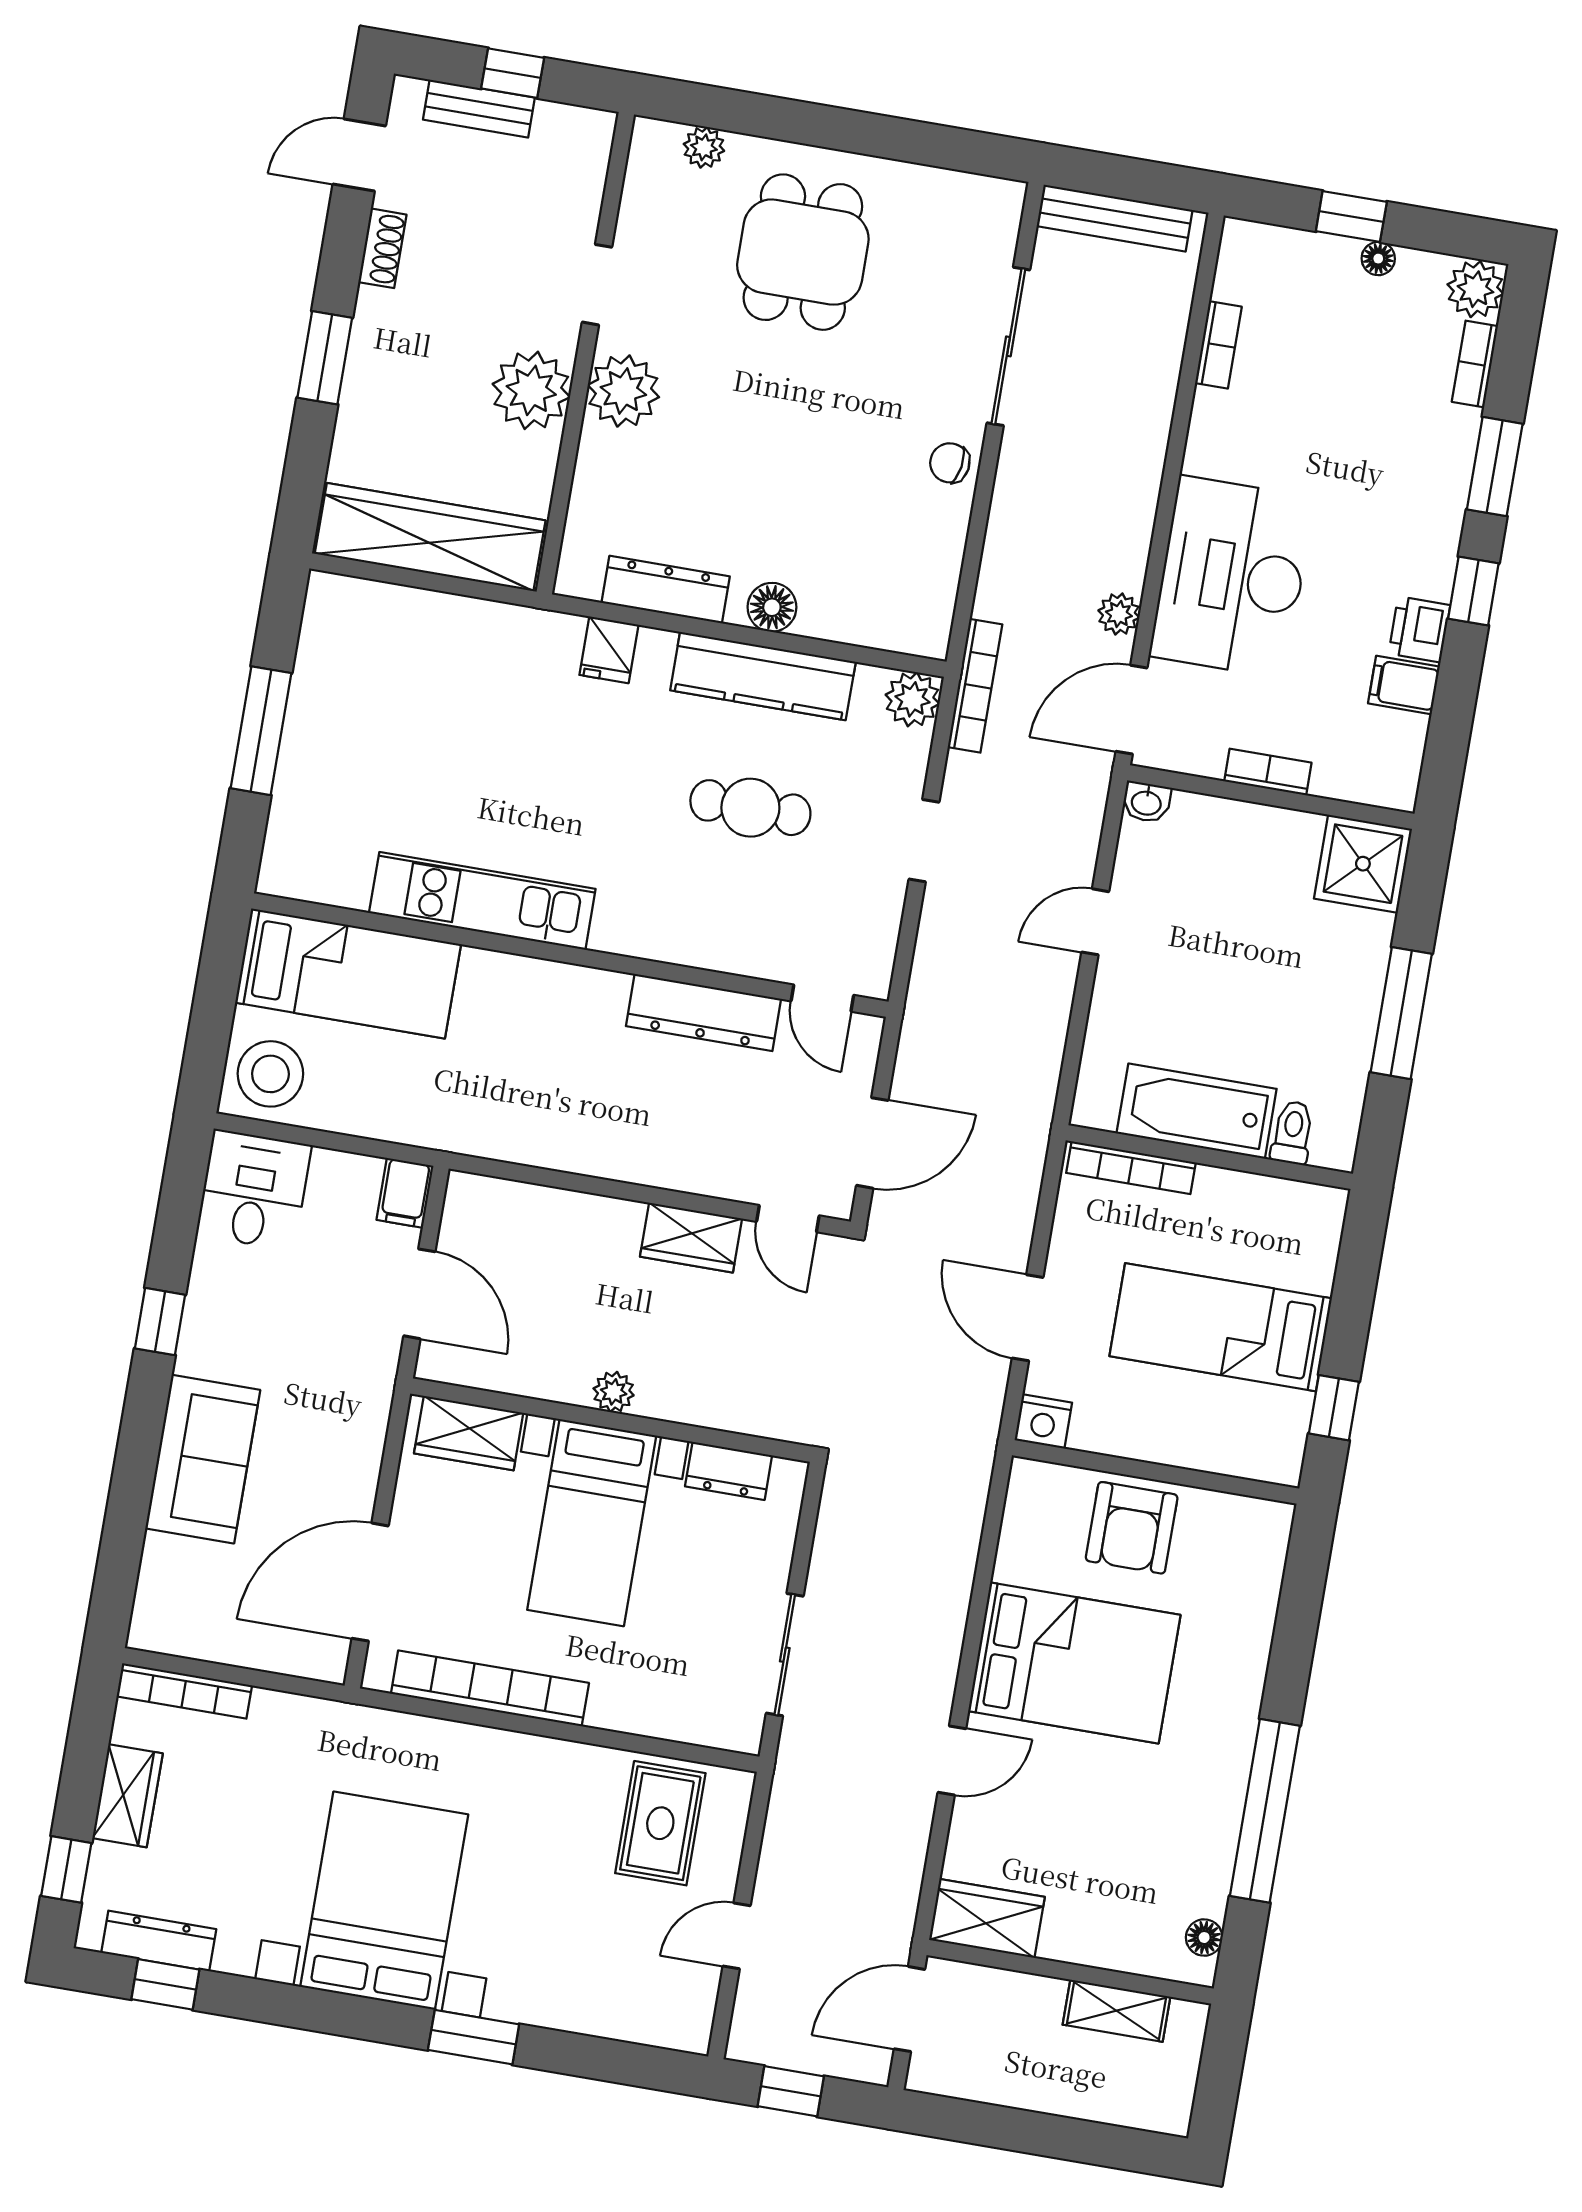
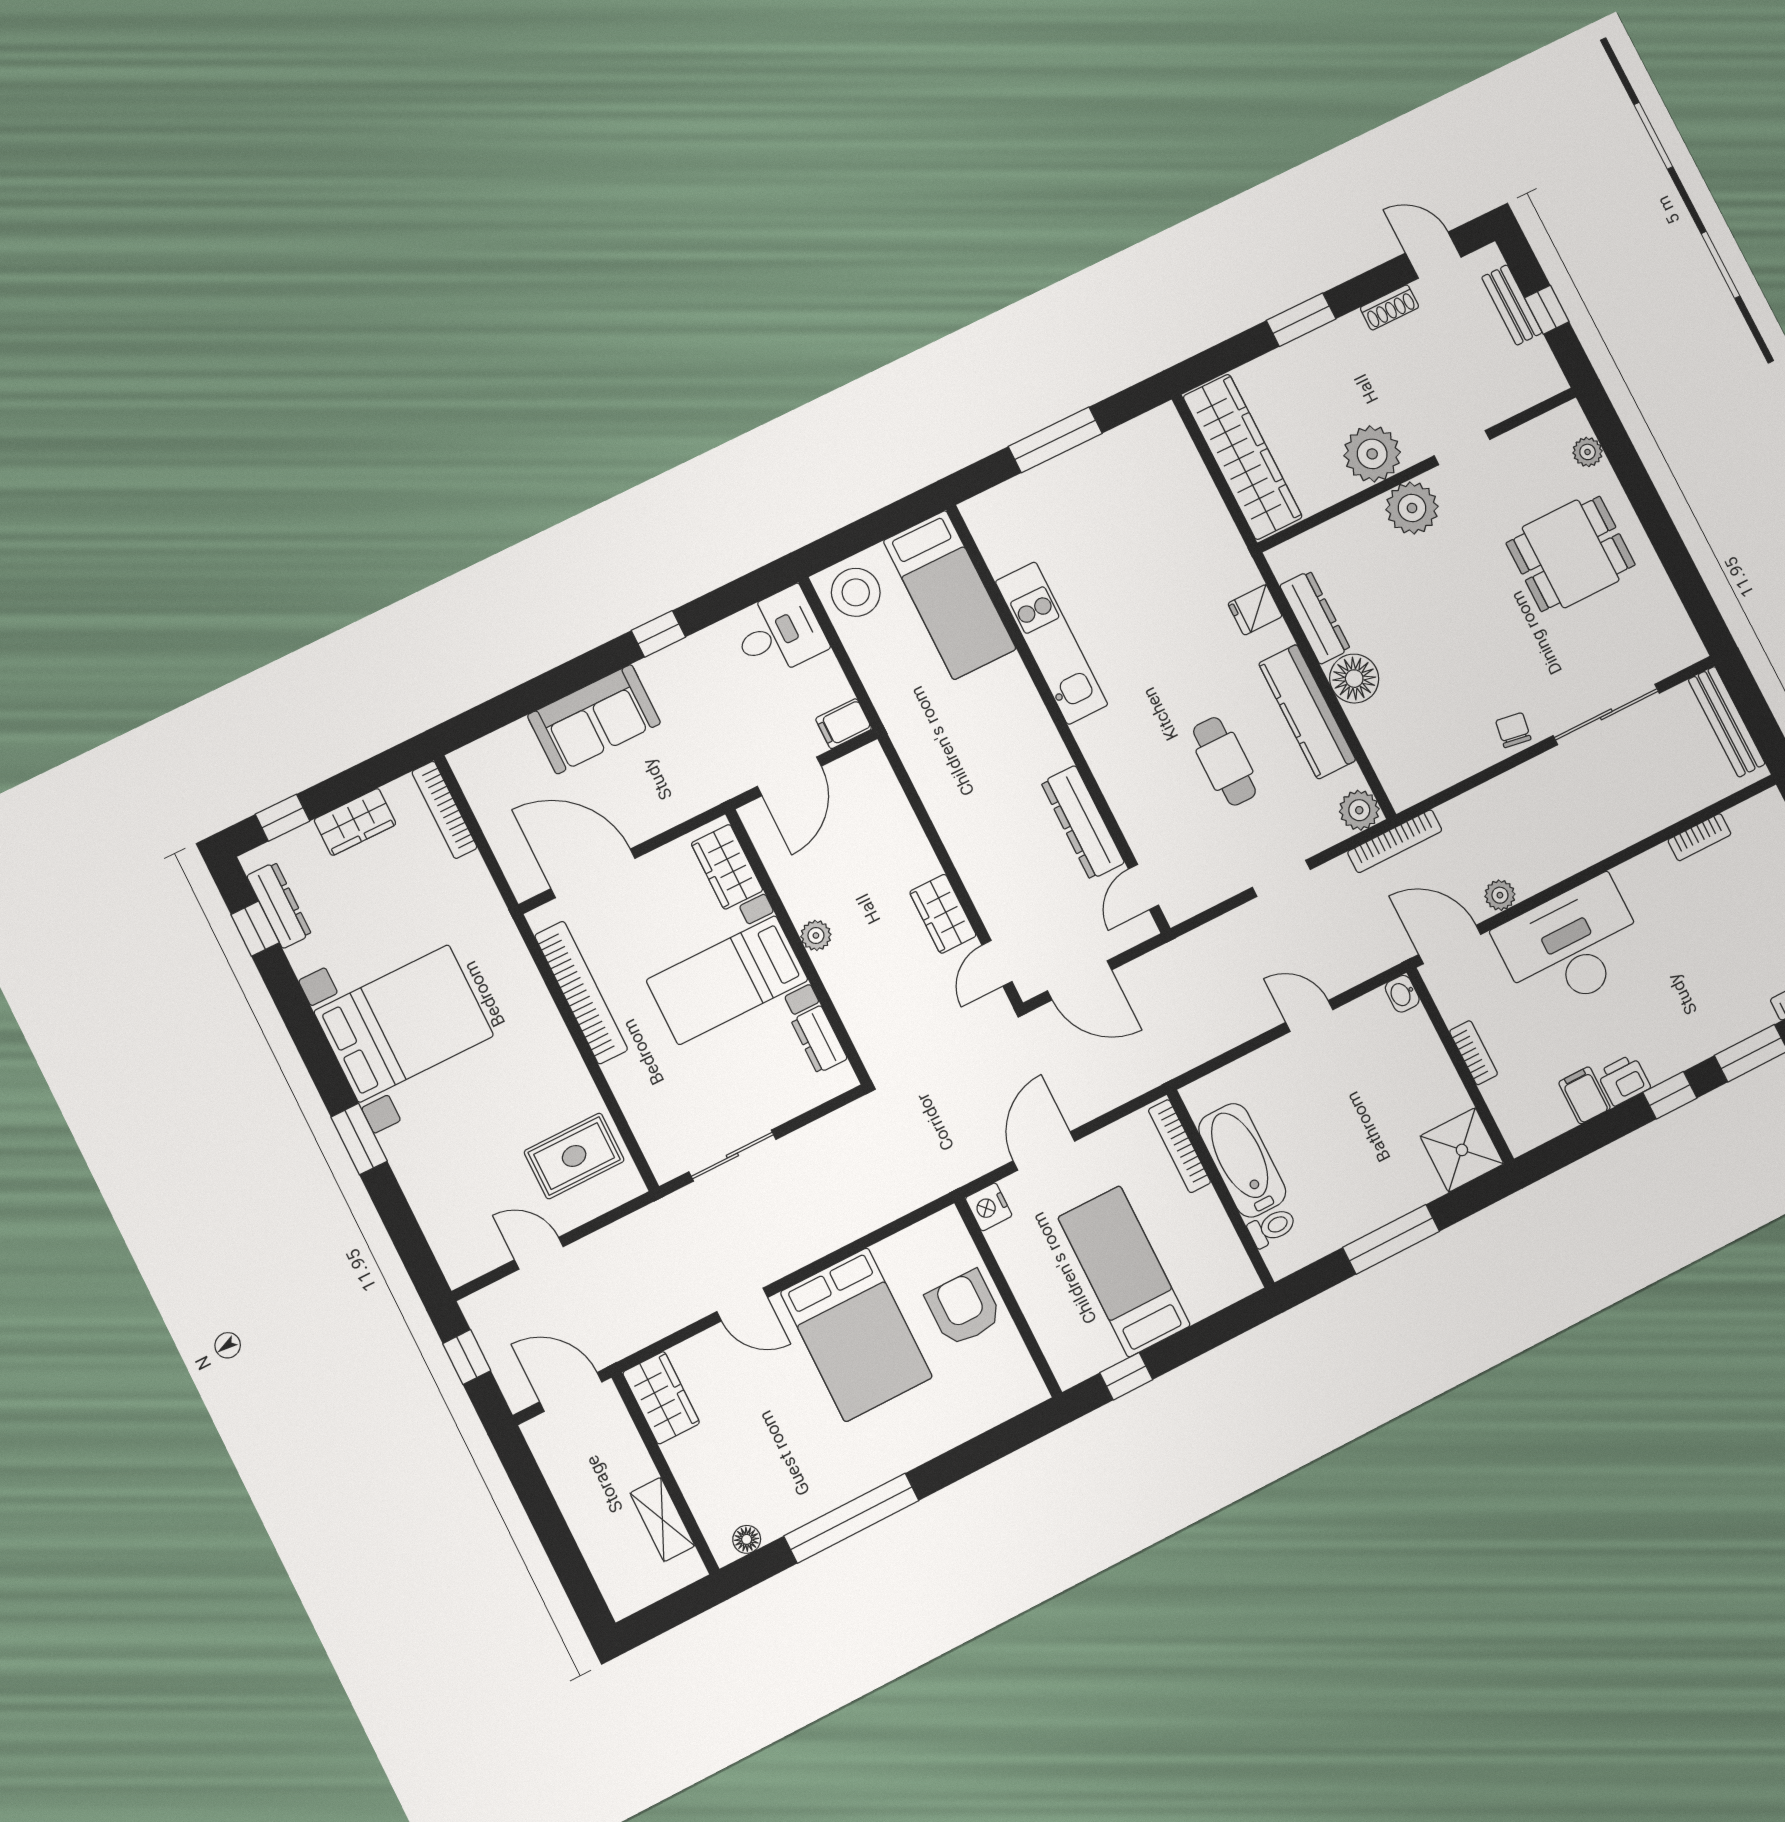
floor lamp: (772, 607) -> (1354, 679), width x1.38, depth x1.38
armchair: (1132, 1528) -> (964, 1308), turned 90

